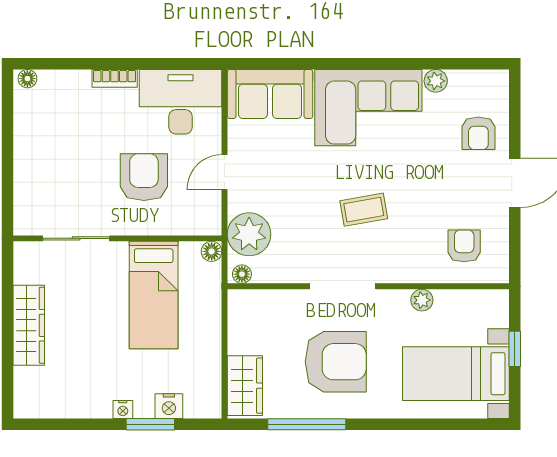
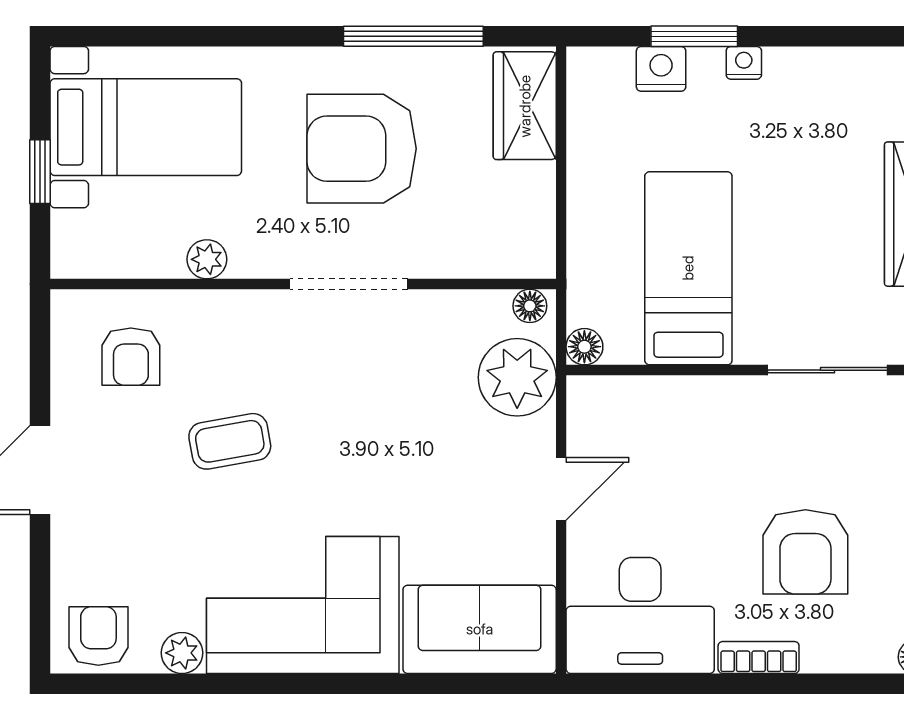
armchair: (478, 133) -> (98, 636), moved
armchair: (144, 177) -> (805, 552), moved
coffee table: (364, 210) -> (230, 441), moved

